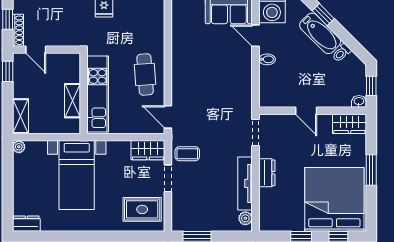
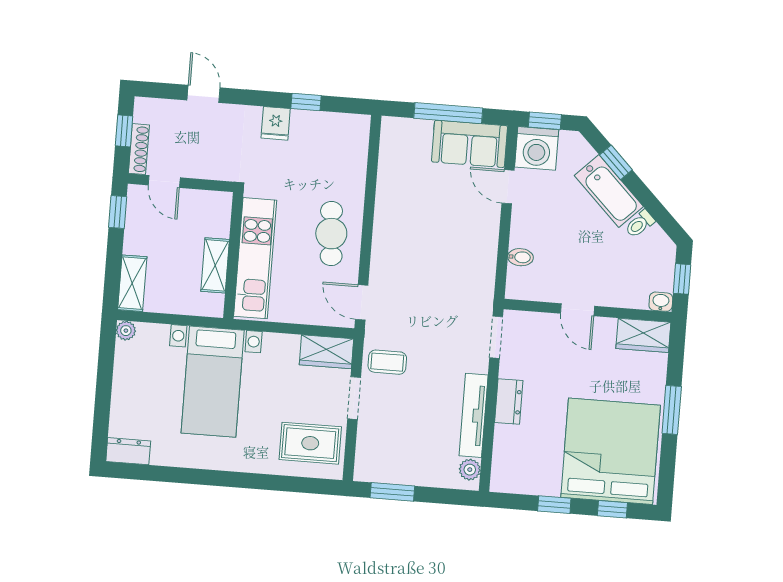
bidet: (267, 59) -> (520, 257), moved

